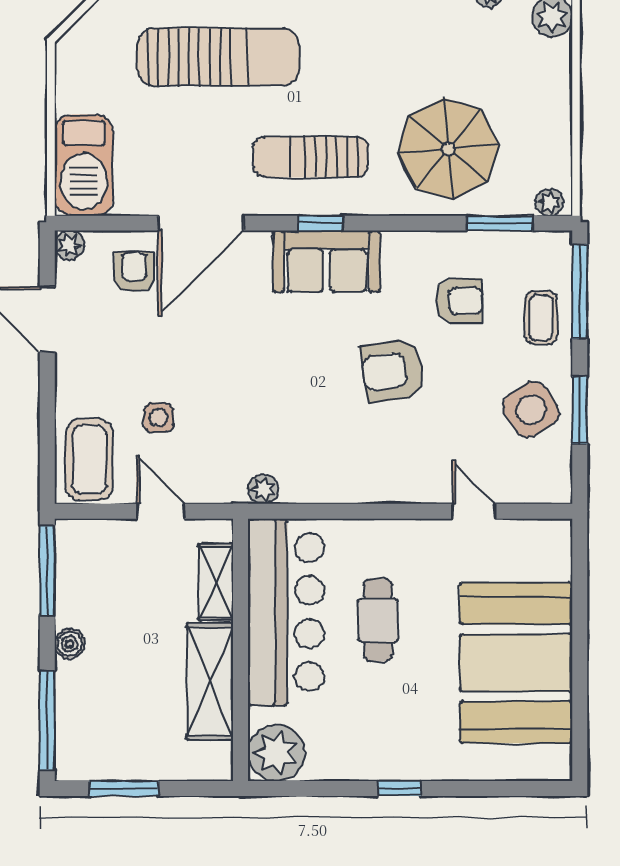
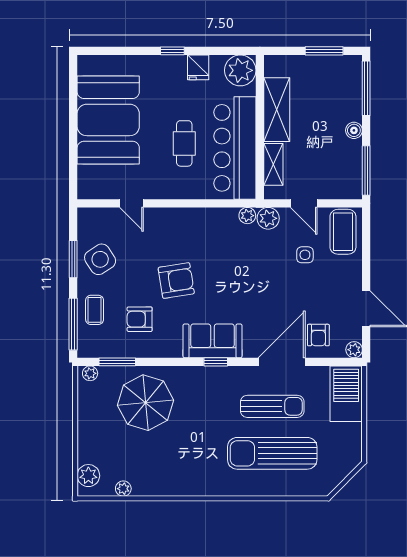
sun lounger: (311, 157) -> (272, 406), moved
plant: (226, 484) -> (268, 218), added
fridge: (353, 758) -> (198, 67), added

